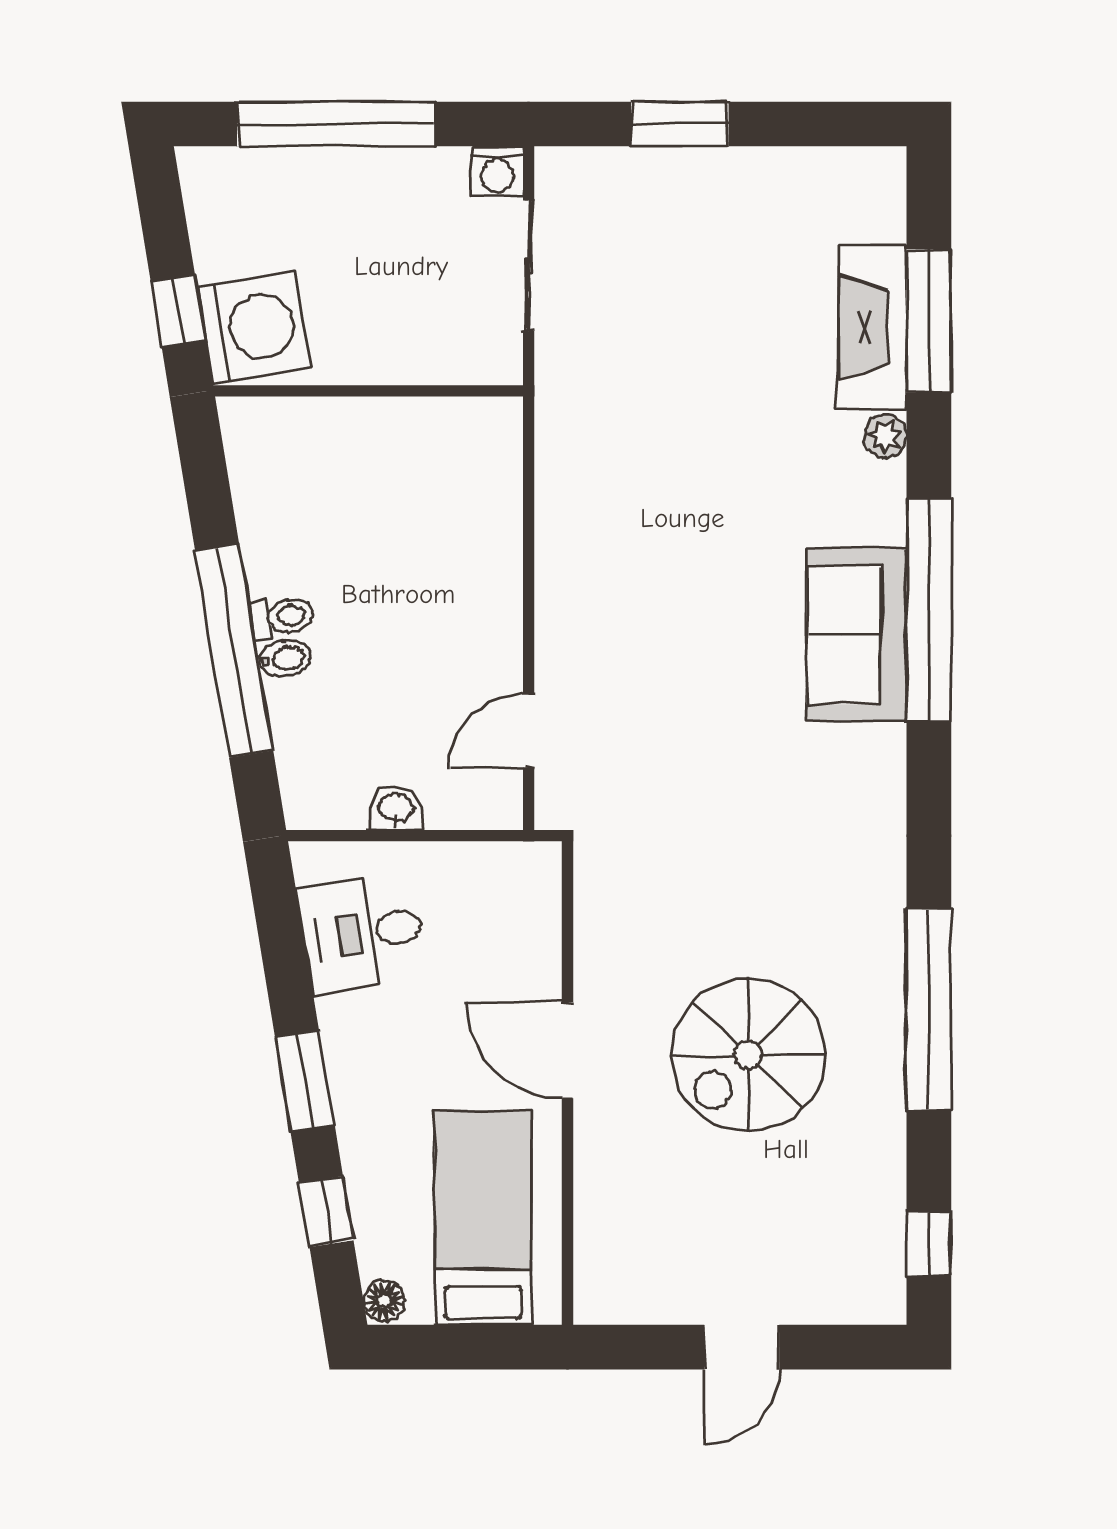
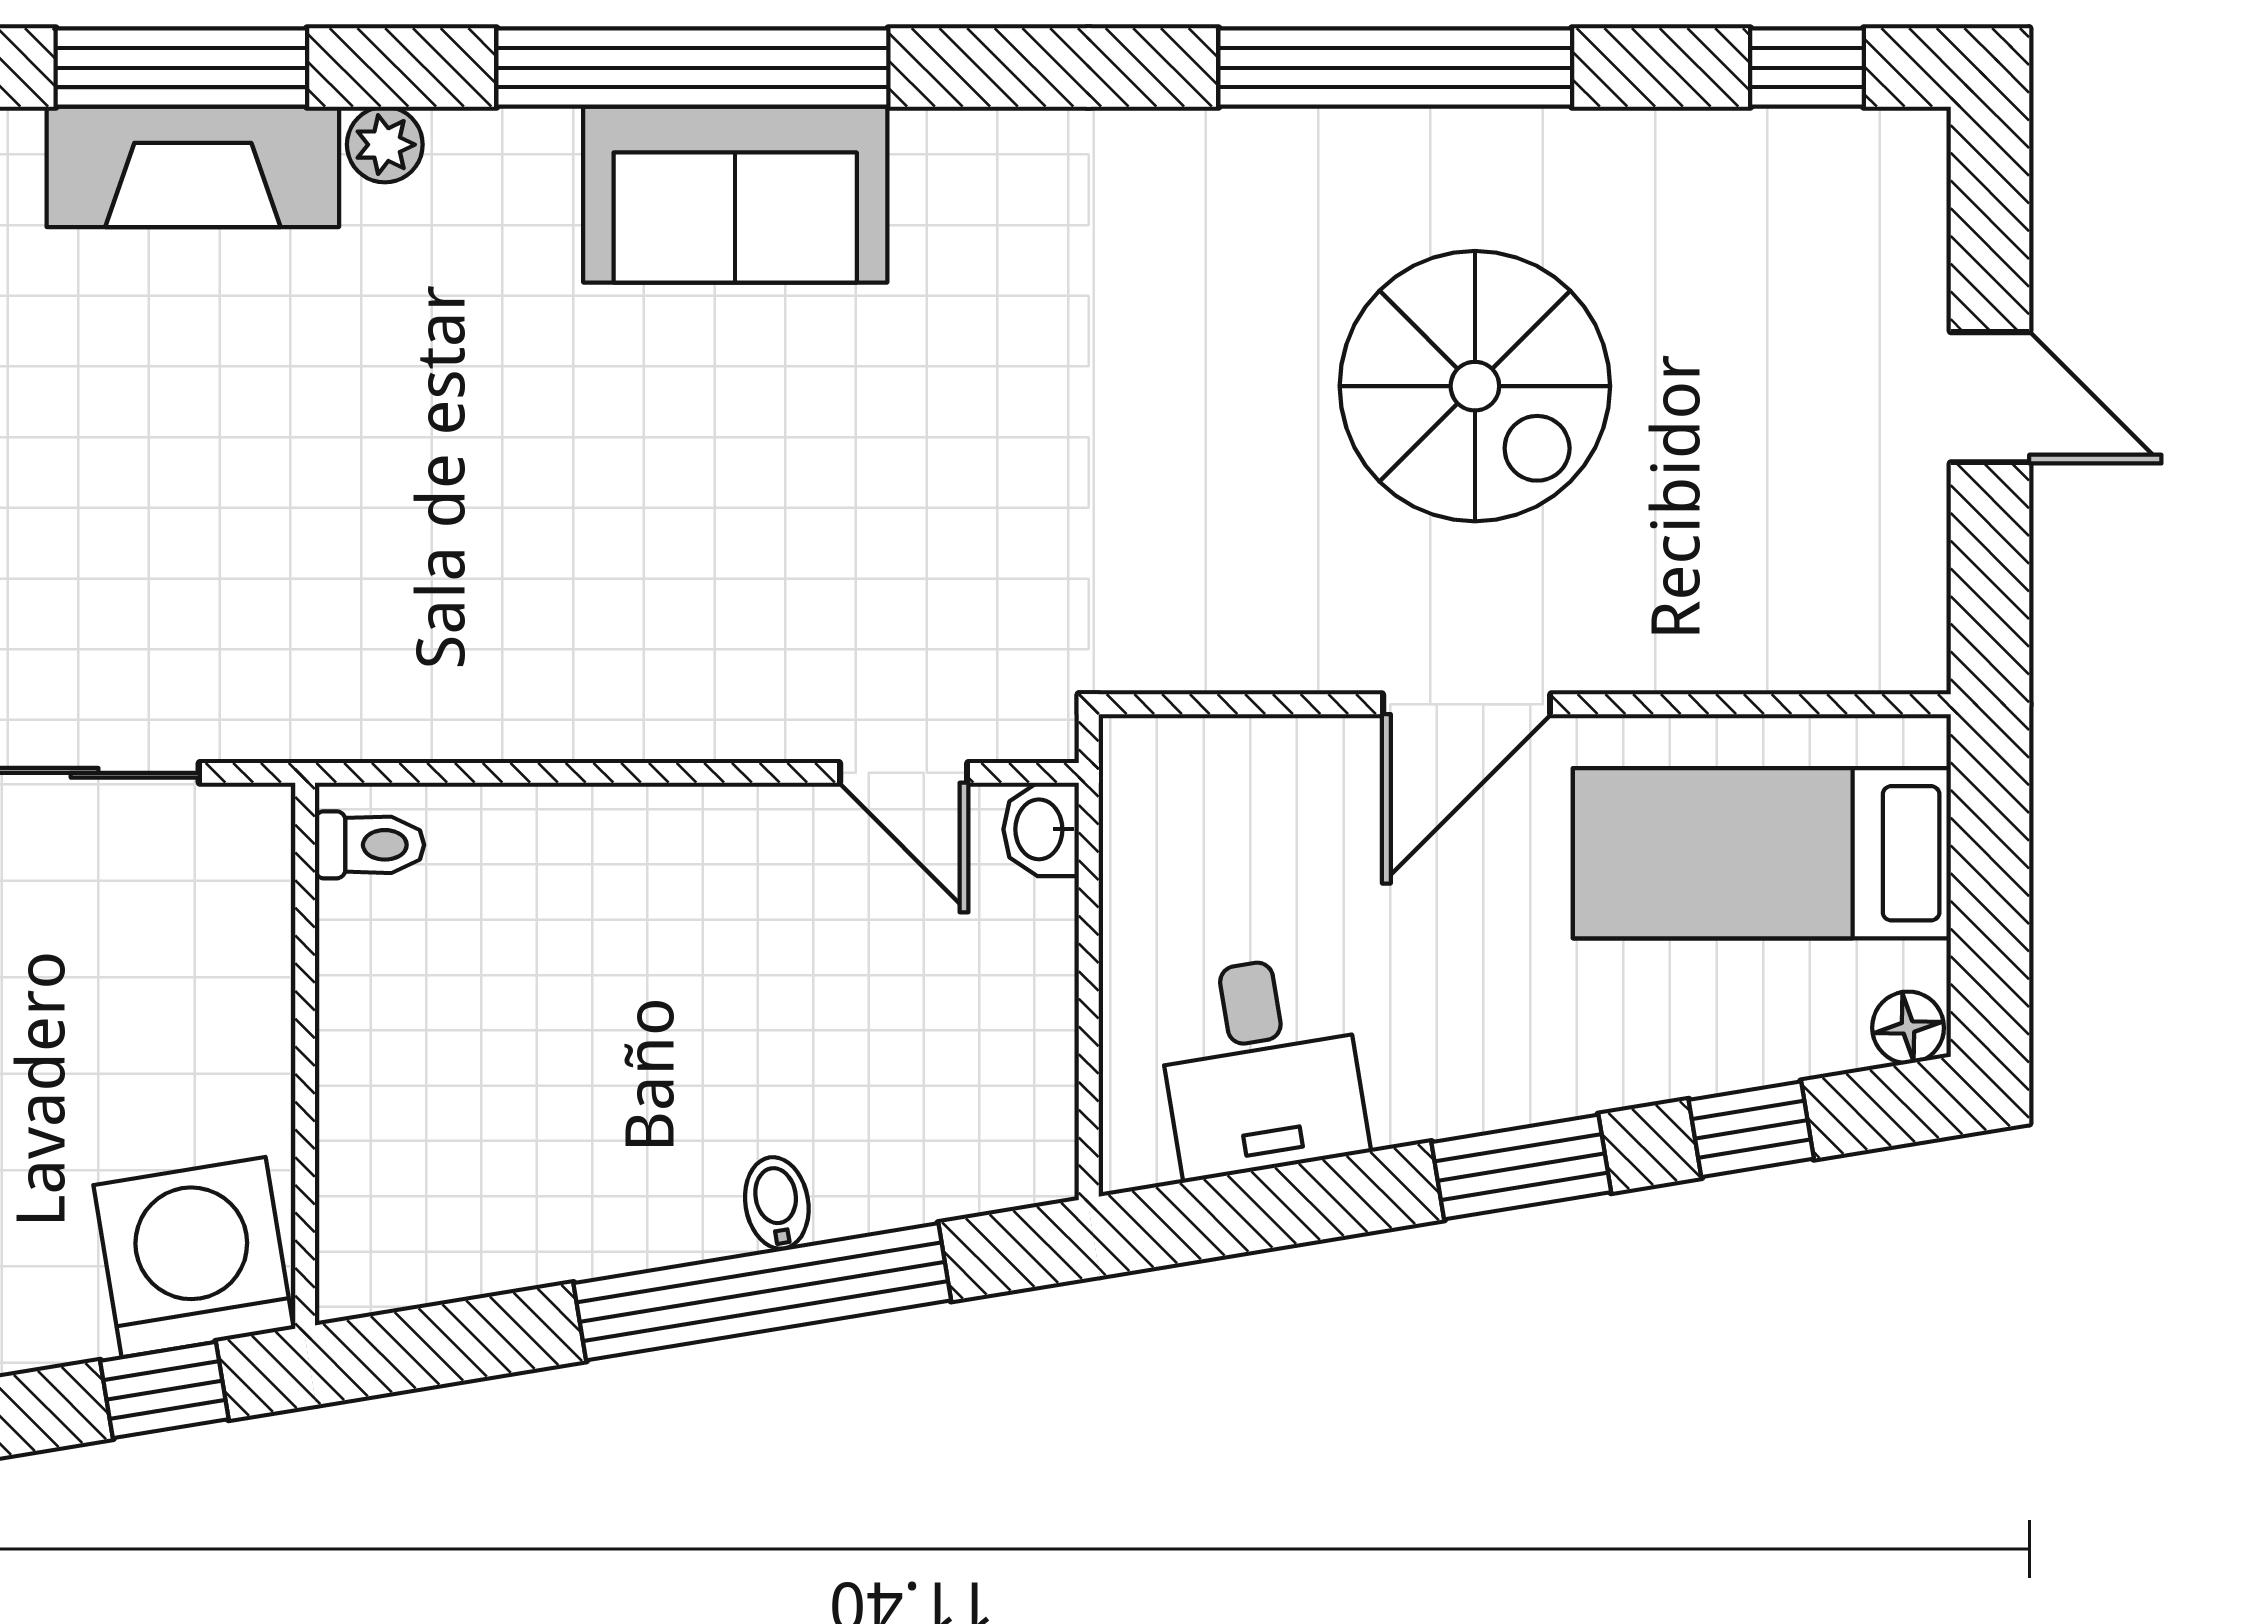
toilet: (283, 617) -> (370, 845), moved, turned 99
washbasin: (396, 809) -> (1041, 829), moved

